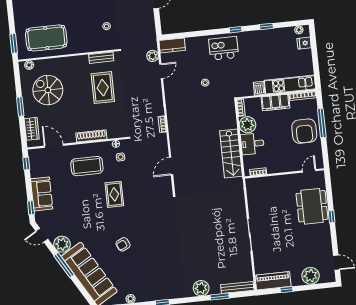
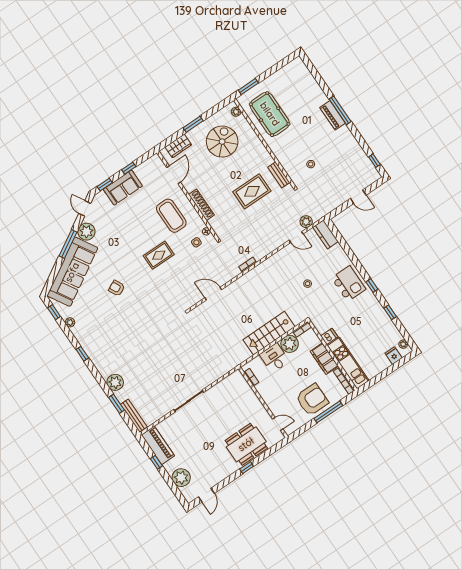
armchair: (304, 131) -> (312, 400), turned 180
stairs: (231, 154) -> (269, 333), moved
window: (26, 164) -> (129, 168), moved

